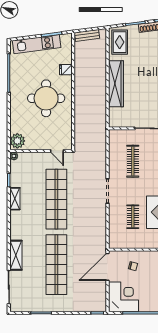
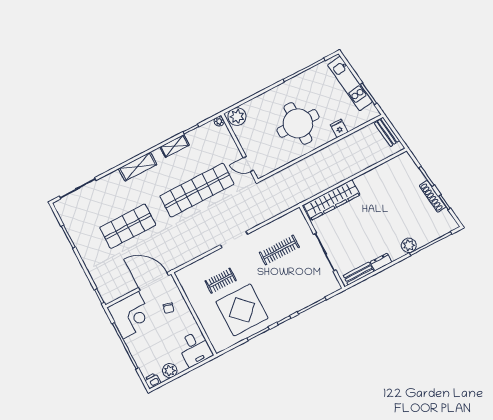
rug: (120, 42) -> (398, 170), removed
wardrobe: (116, 84) -> (332, 200), moved
door: (57, 151) -> (248, 164), hinge flipped
shelving: (16, 255) -> (138, 167), moved
shop shelf: (56, 265) -> (128, 226), width x0.71

